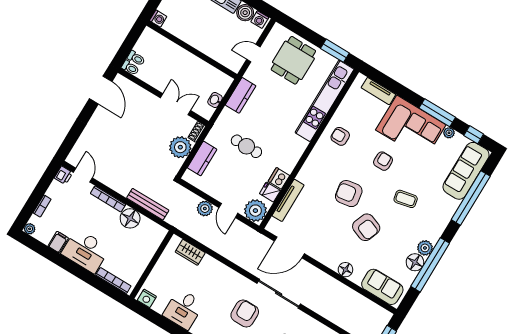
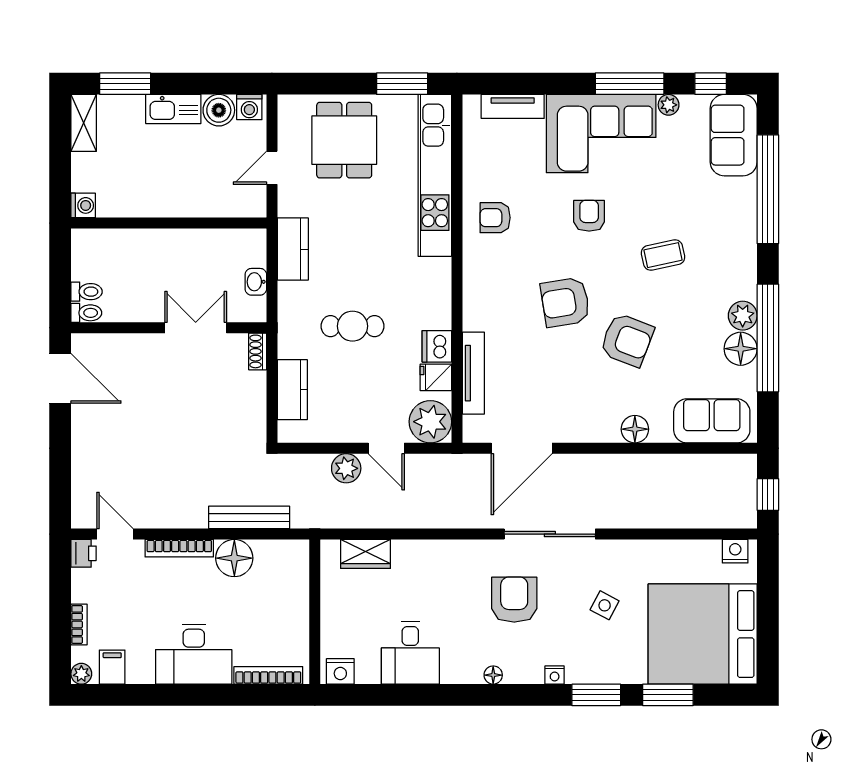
plant: (180, 147) -> (246, 393), removed
sofa: (466, 171) -> (734, 135), width x0.73
filing cabinet: (58, 242) -> (112, 667), moved

